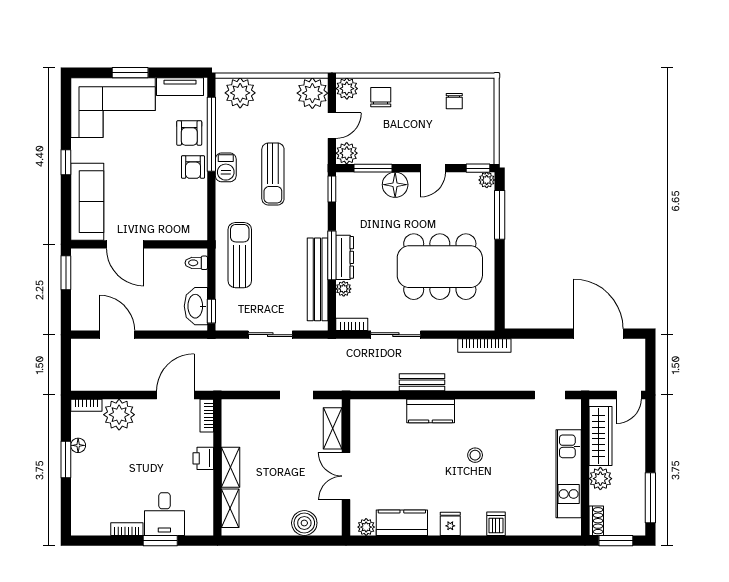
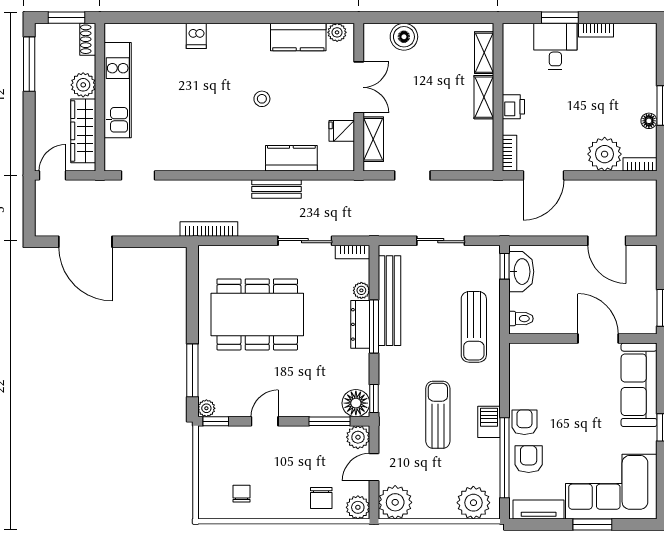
floor lamp: (395, 185) -> (356, 403), moved
kitchen counter: (431, 411) -> (291, 158), moved
stool: (475, 455) -> (262, 99), moved
fridge: (450, 524) -> (342, 131), moved, turned 90

